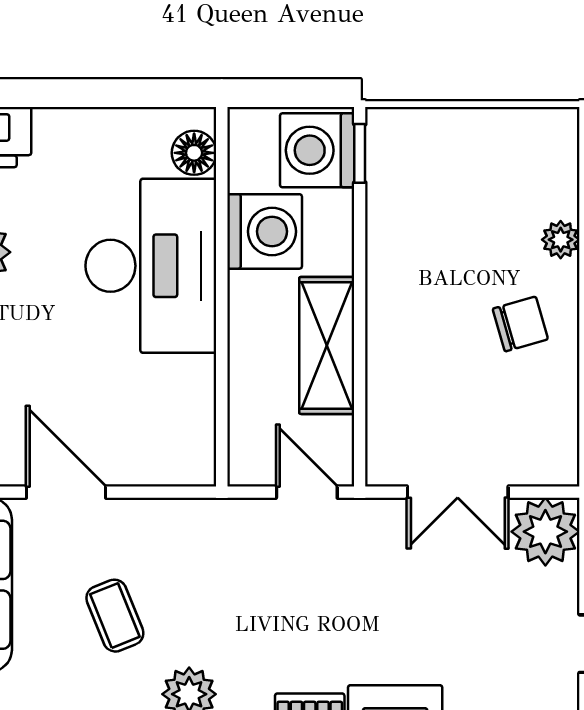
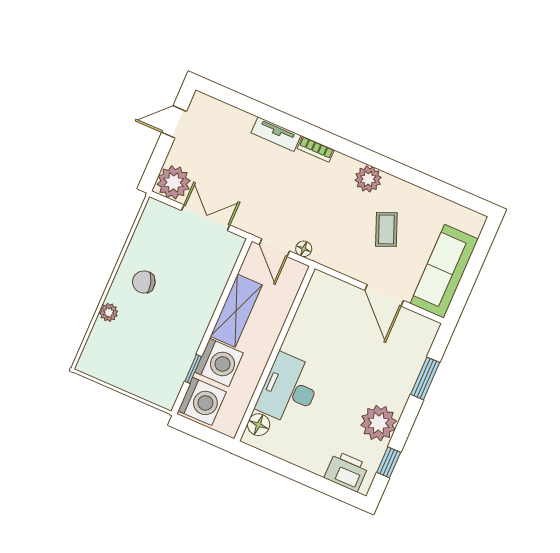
window: (360, 153) -> (193, 369), moved
washing machine: (265, 231) -> (219, 362), moved, turned 180
desk: (151, 266) -> (289, 389), width x0.73, depth x0.77
floor lamp: (252, 514) -> (304, 249), added

